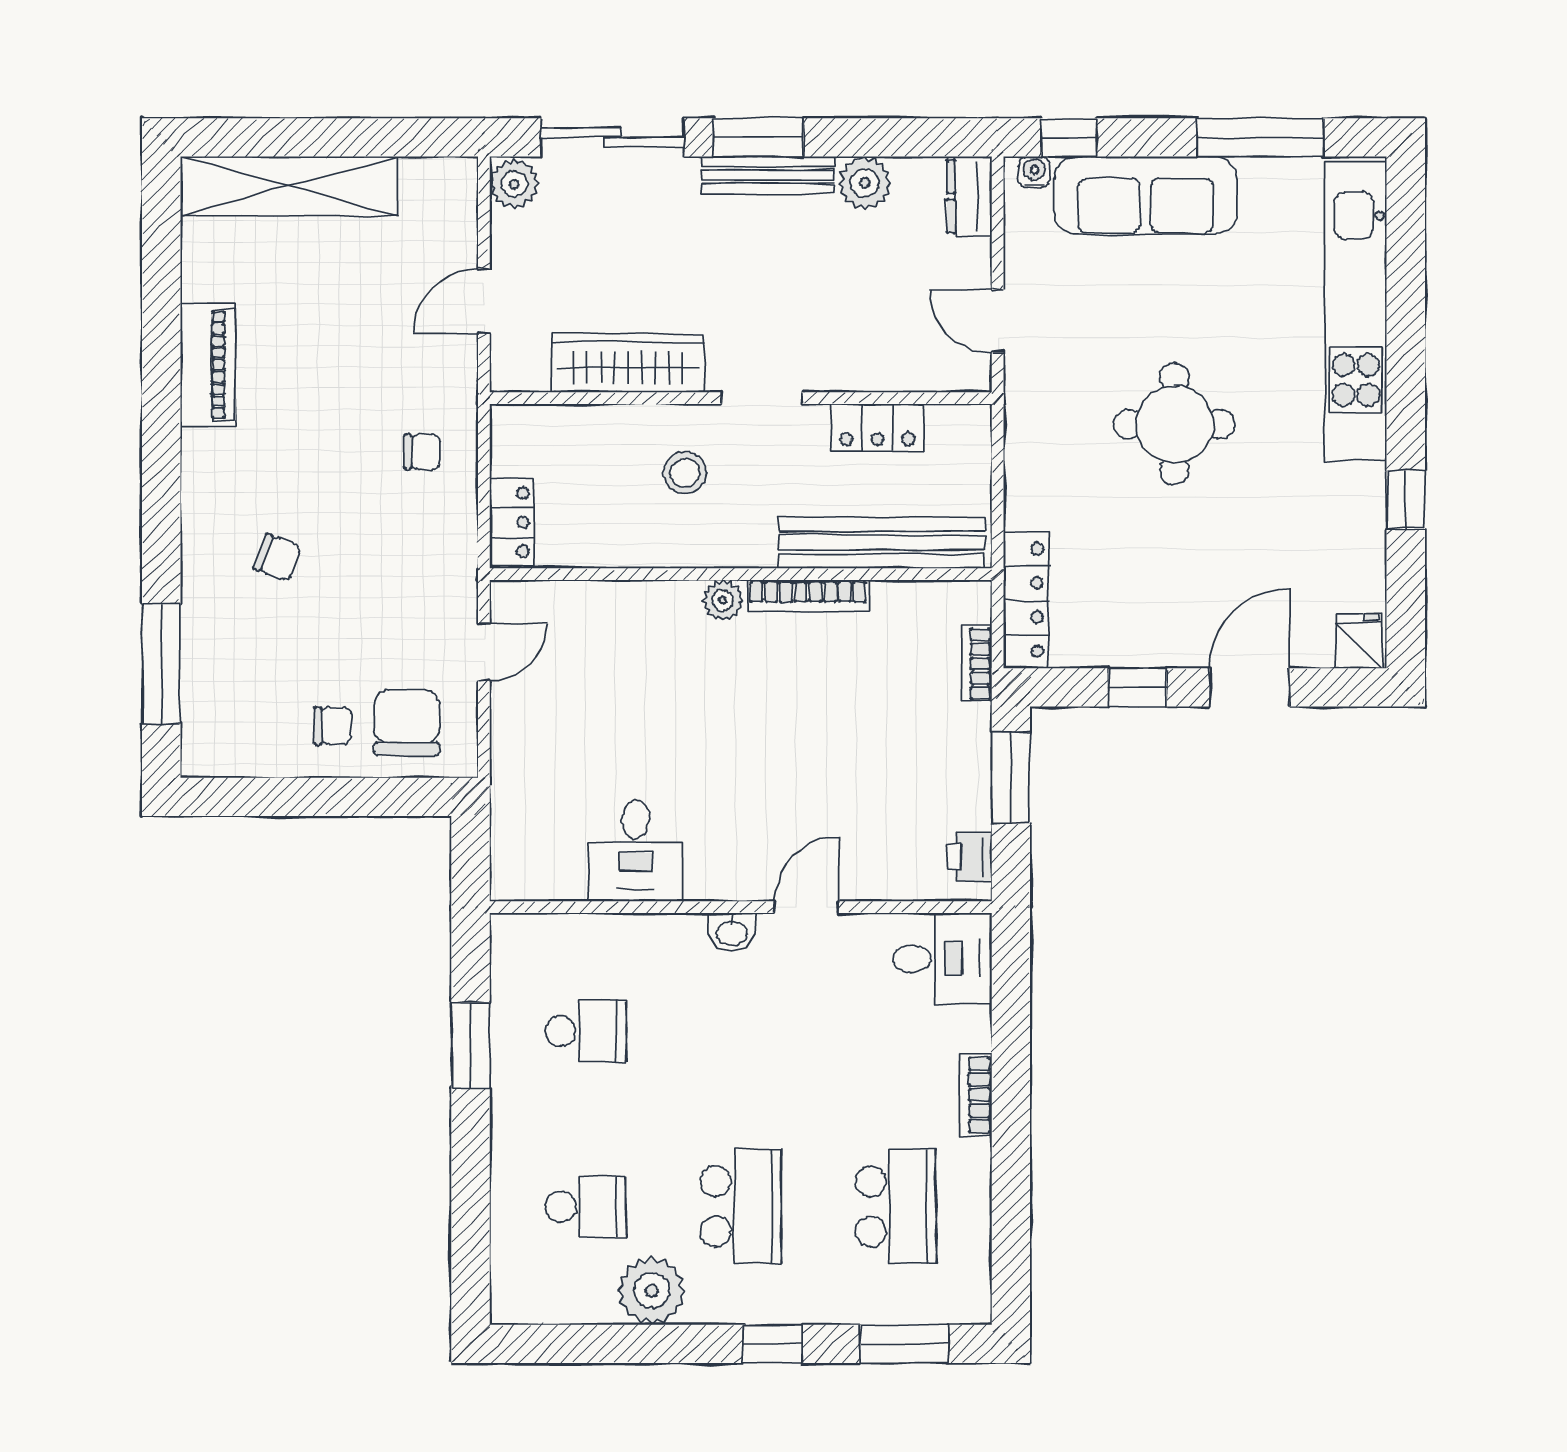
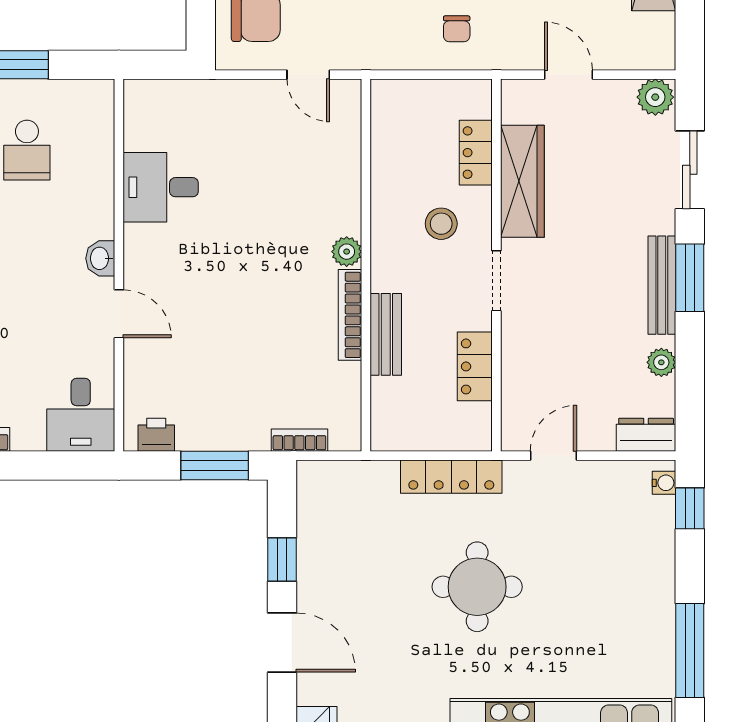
sliding door: (612, 137) -> (690, 170), width x0.73
plant: (865, 183) -> (661, 362), width x0.73, depth x0.73
sofa: (1146, 195) -> (647, 565), removed
locker: (512, 522) -> (476, 153), moved, turned 90
bench: (882, 543) -> (386, 334), width x0.54, depth x0.82
locker: (1026, 600) -> (451, 477), moved

